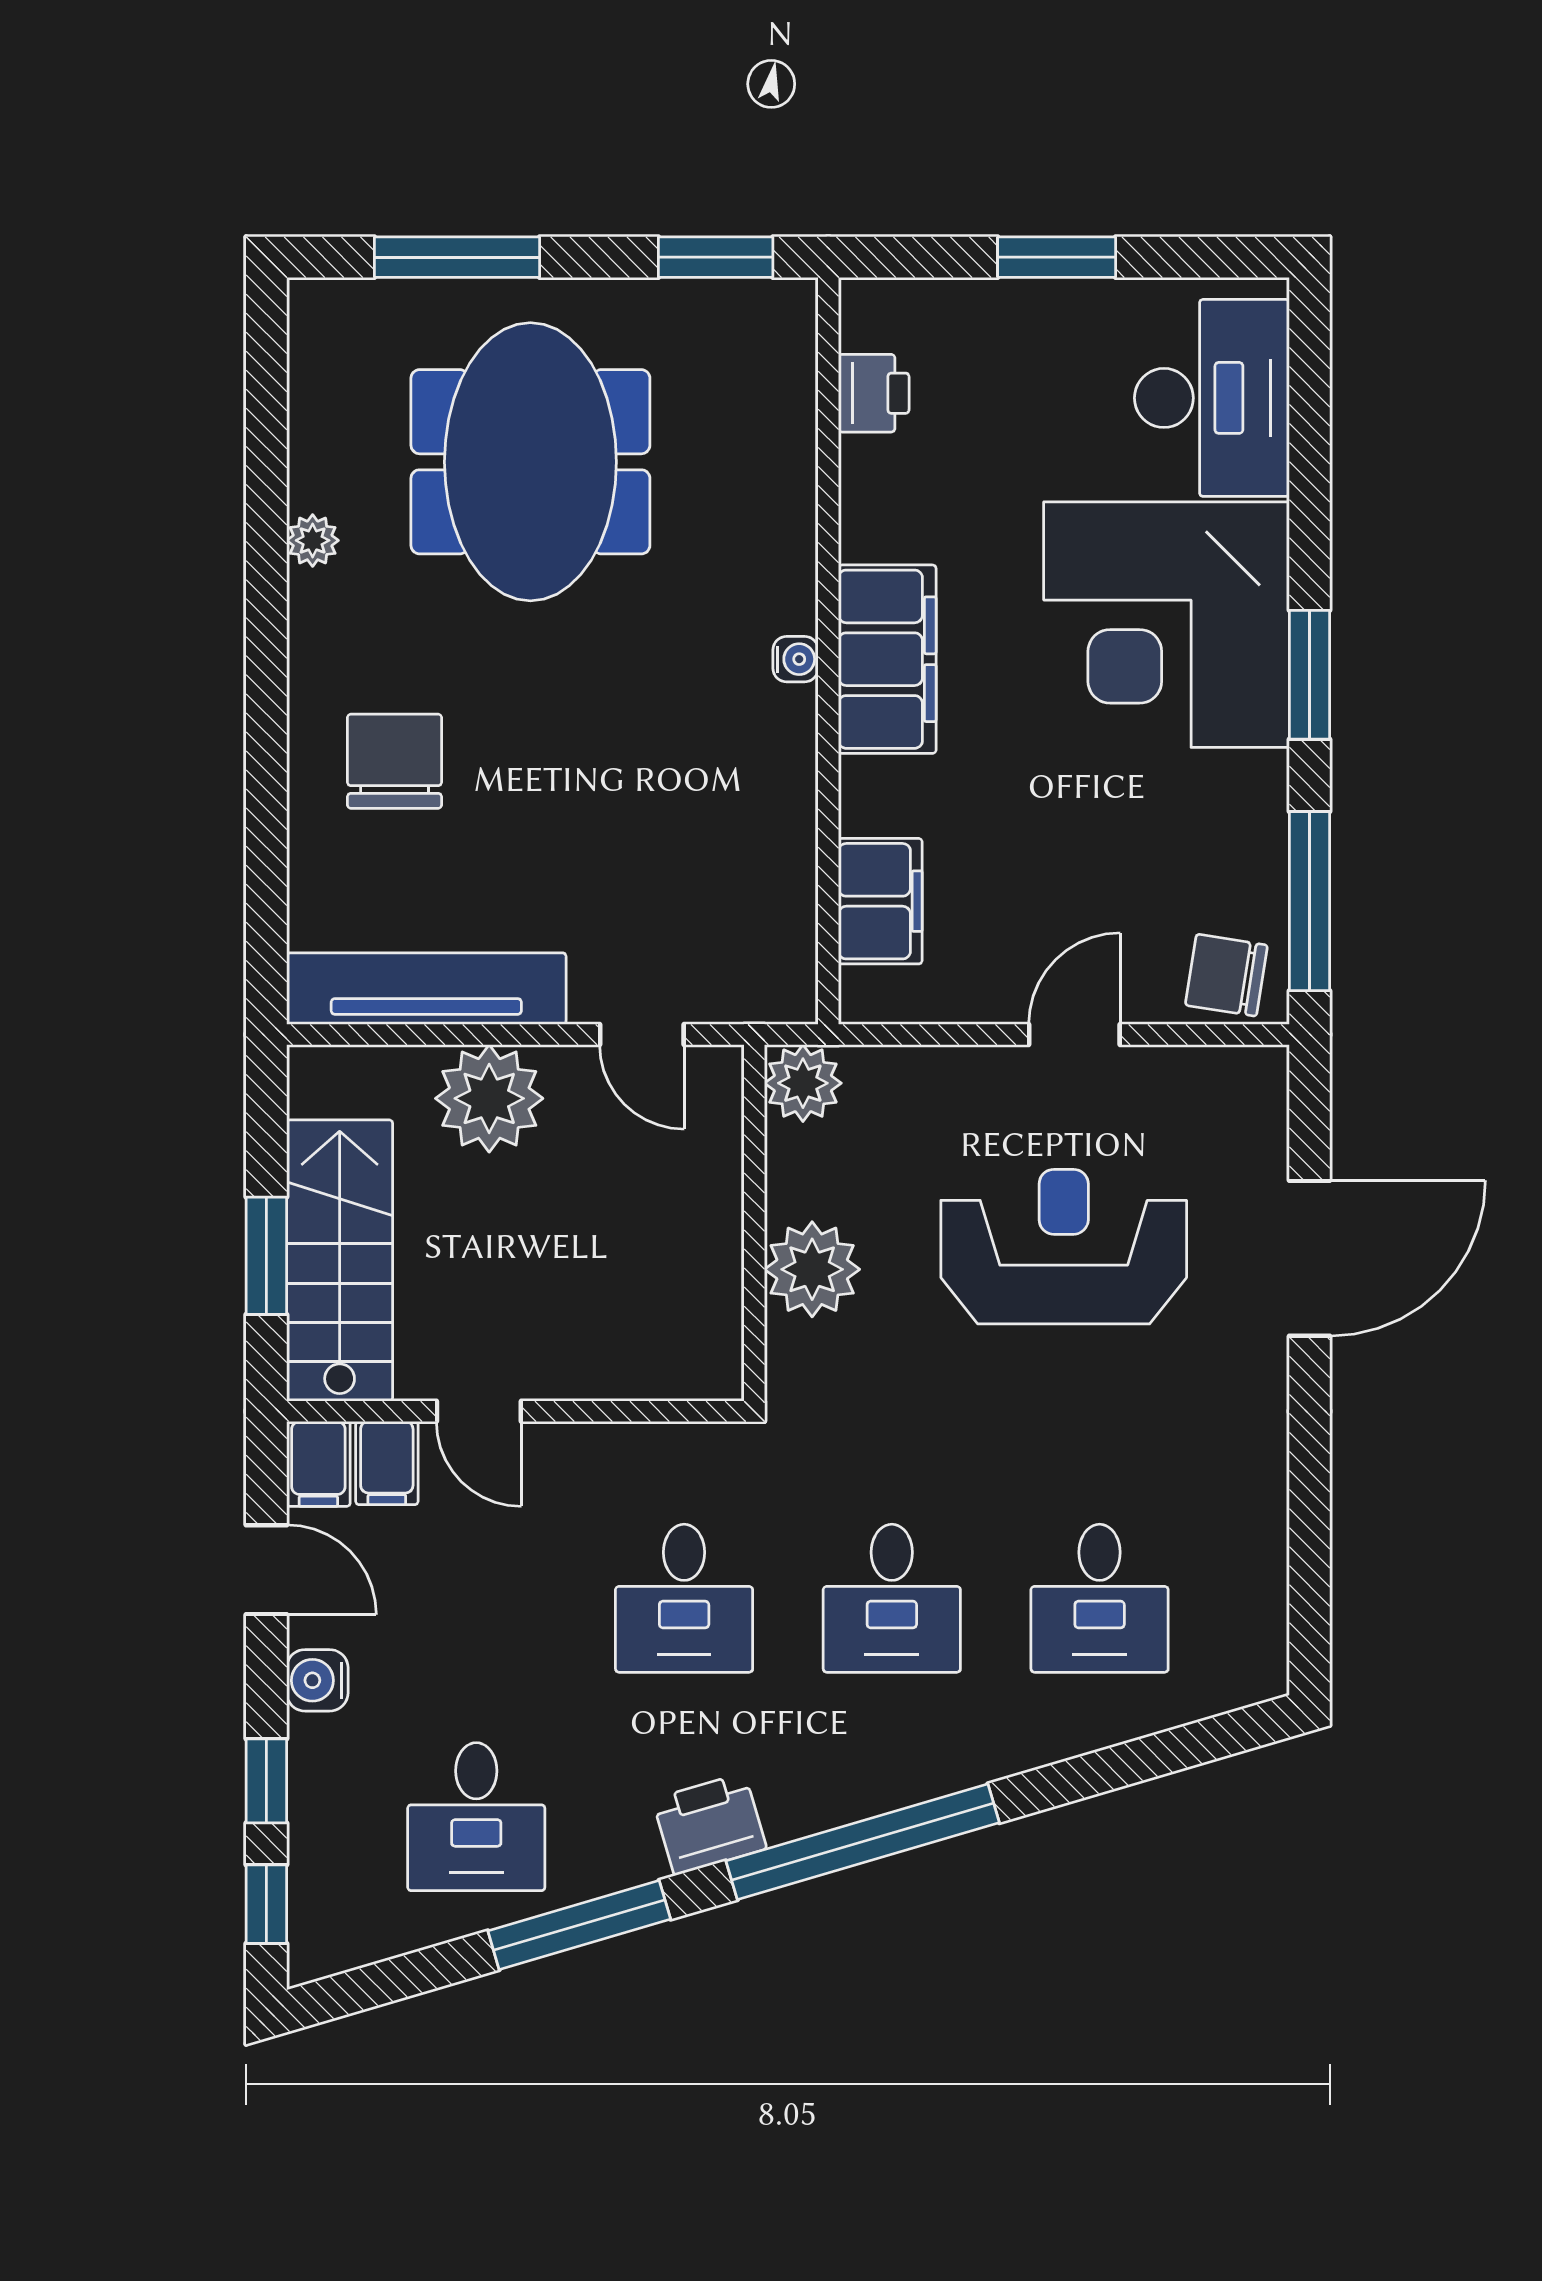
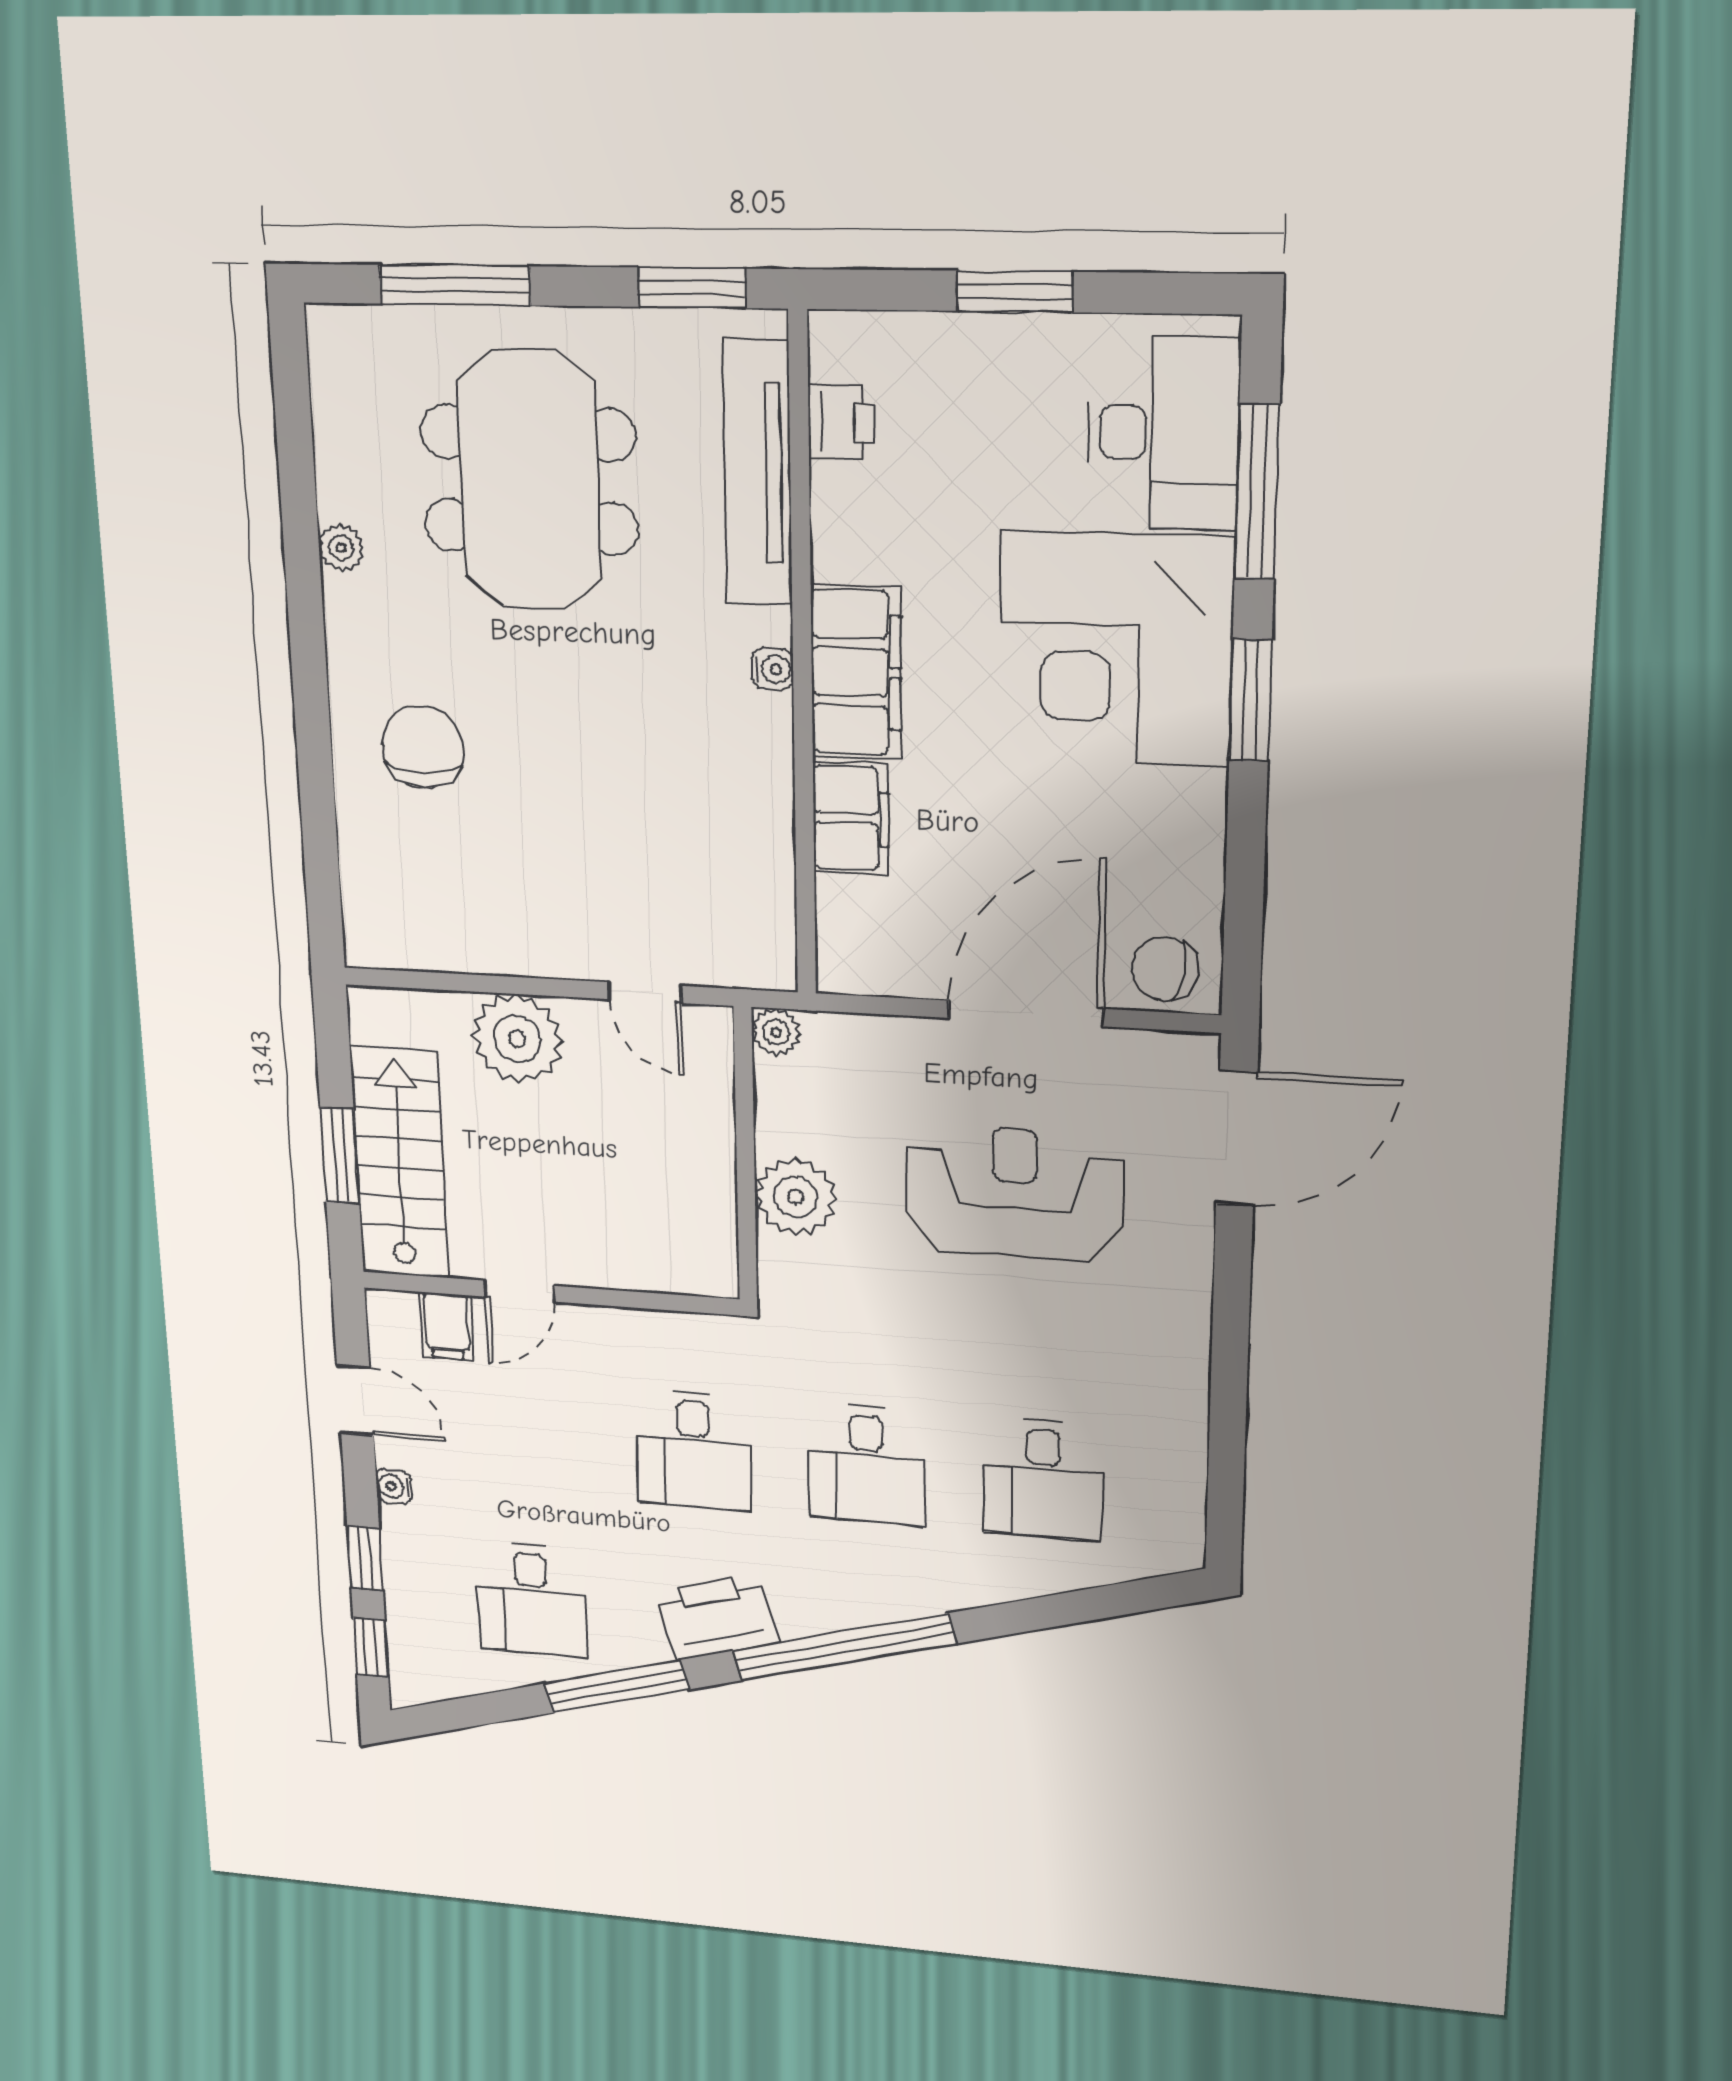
filing cabinet: (880, 901) -> (851, 818), moved
window: (1310, 901) -> (1257, 492), moved
tv unit: (426, 989) -> (757, 473), moved, turned -90
door: (1074, 1034) -> (1026, 1013), width x1.88
plant: (803, 1083) -> (776, 1032), width x0.73, depth x0.73
door: (1310, 1258) -> (1237, 1138), moved
door: (479, 1411) -> (520, 1291), hinge flipped
filing cabinet: (318, 1464) -> (392, 1322), removed
water cooler: (317, 1680) -> (394, 1486), width x0.72, depth x0.72
printer: (709, 1824) -> (717, 1617), width x1.37, depth x1.19

